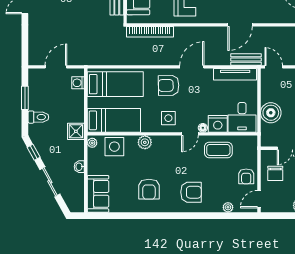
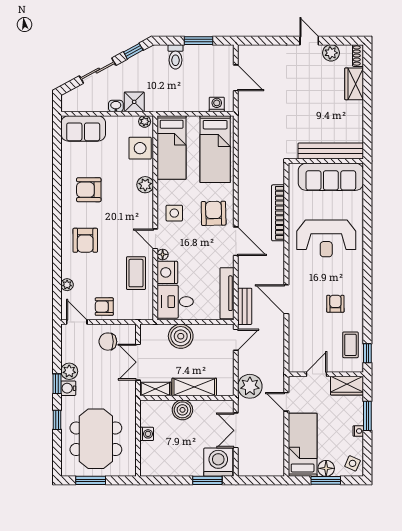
bookcase: (150, 32) -> (278, 213), moved
shower: (76, 131) -> (134, 102), moved

